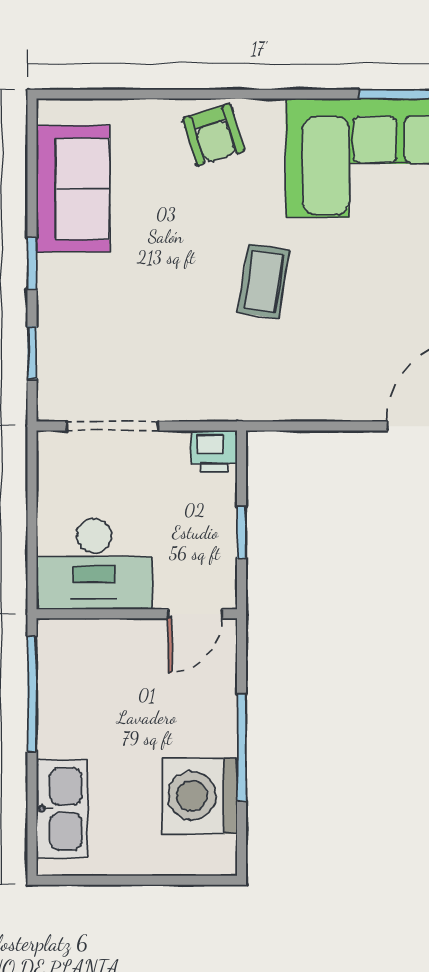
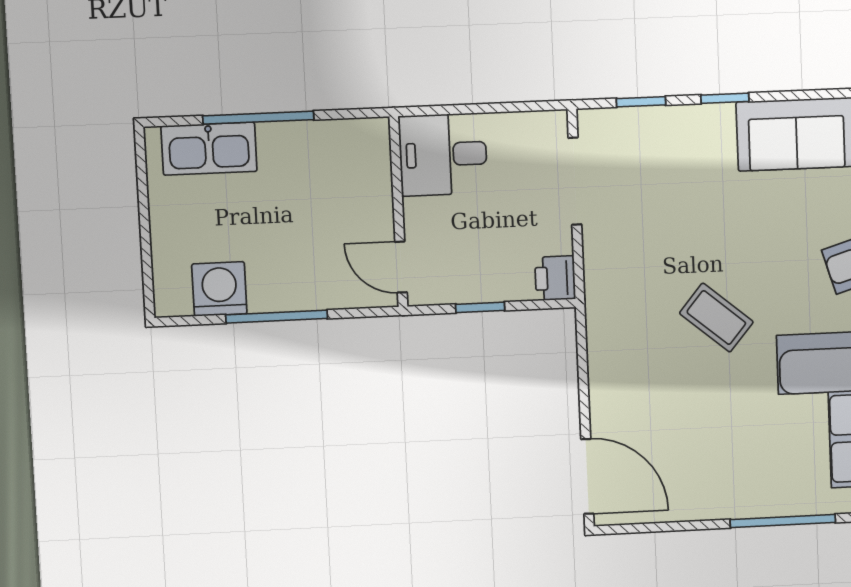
coffee table: (264, 281) -> (716, 318), turned 31
desk: (94, 564) -> (443, 154), width x0.73
window: (32, 694) -> (258, 118), moved
washing machine: (199, 796) -> (219, 289), width x0.73, depth x0.73

